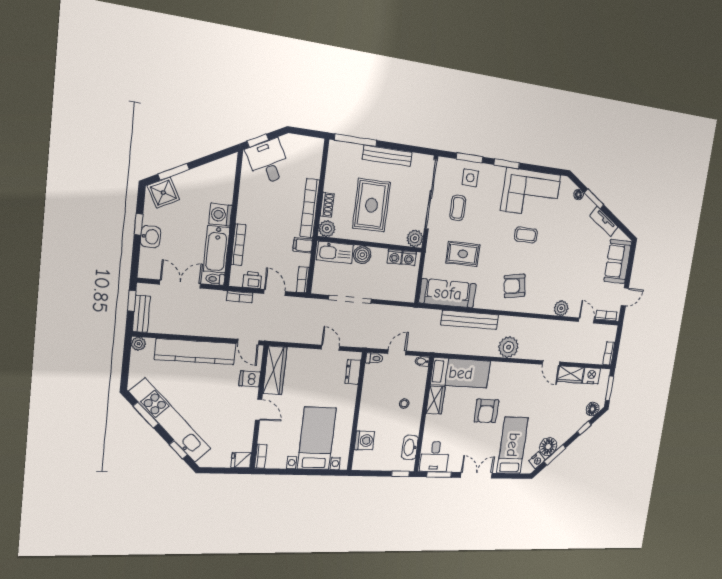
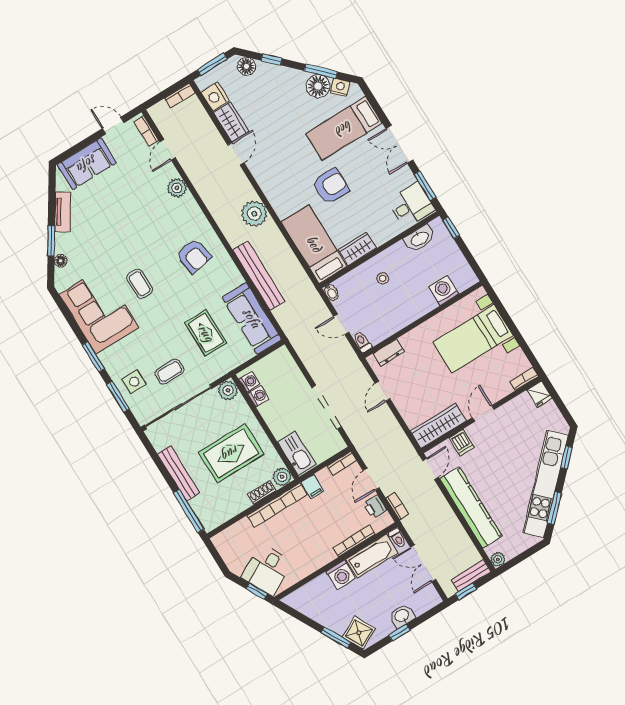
boiler: (362, 255) -> (280, 427), removed

